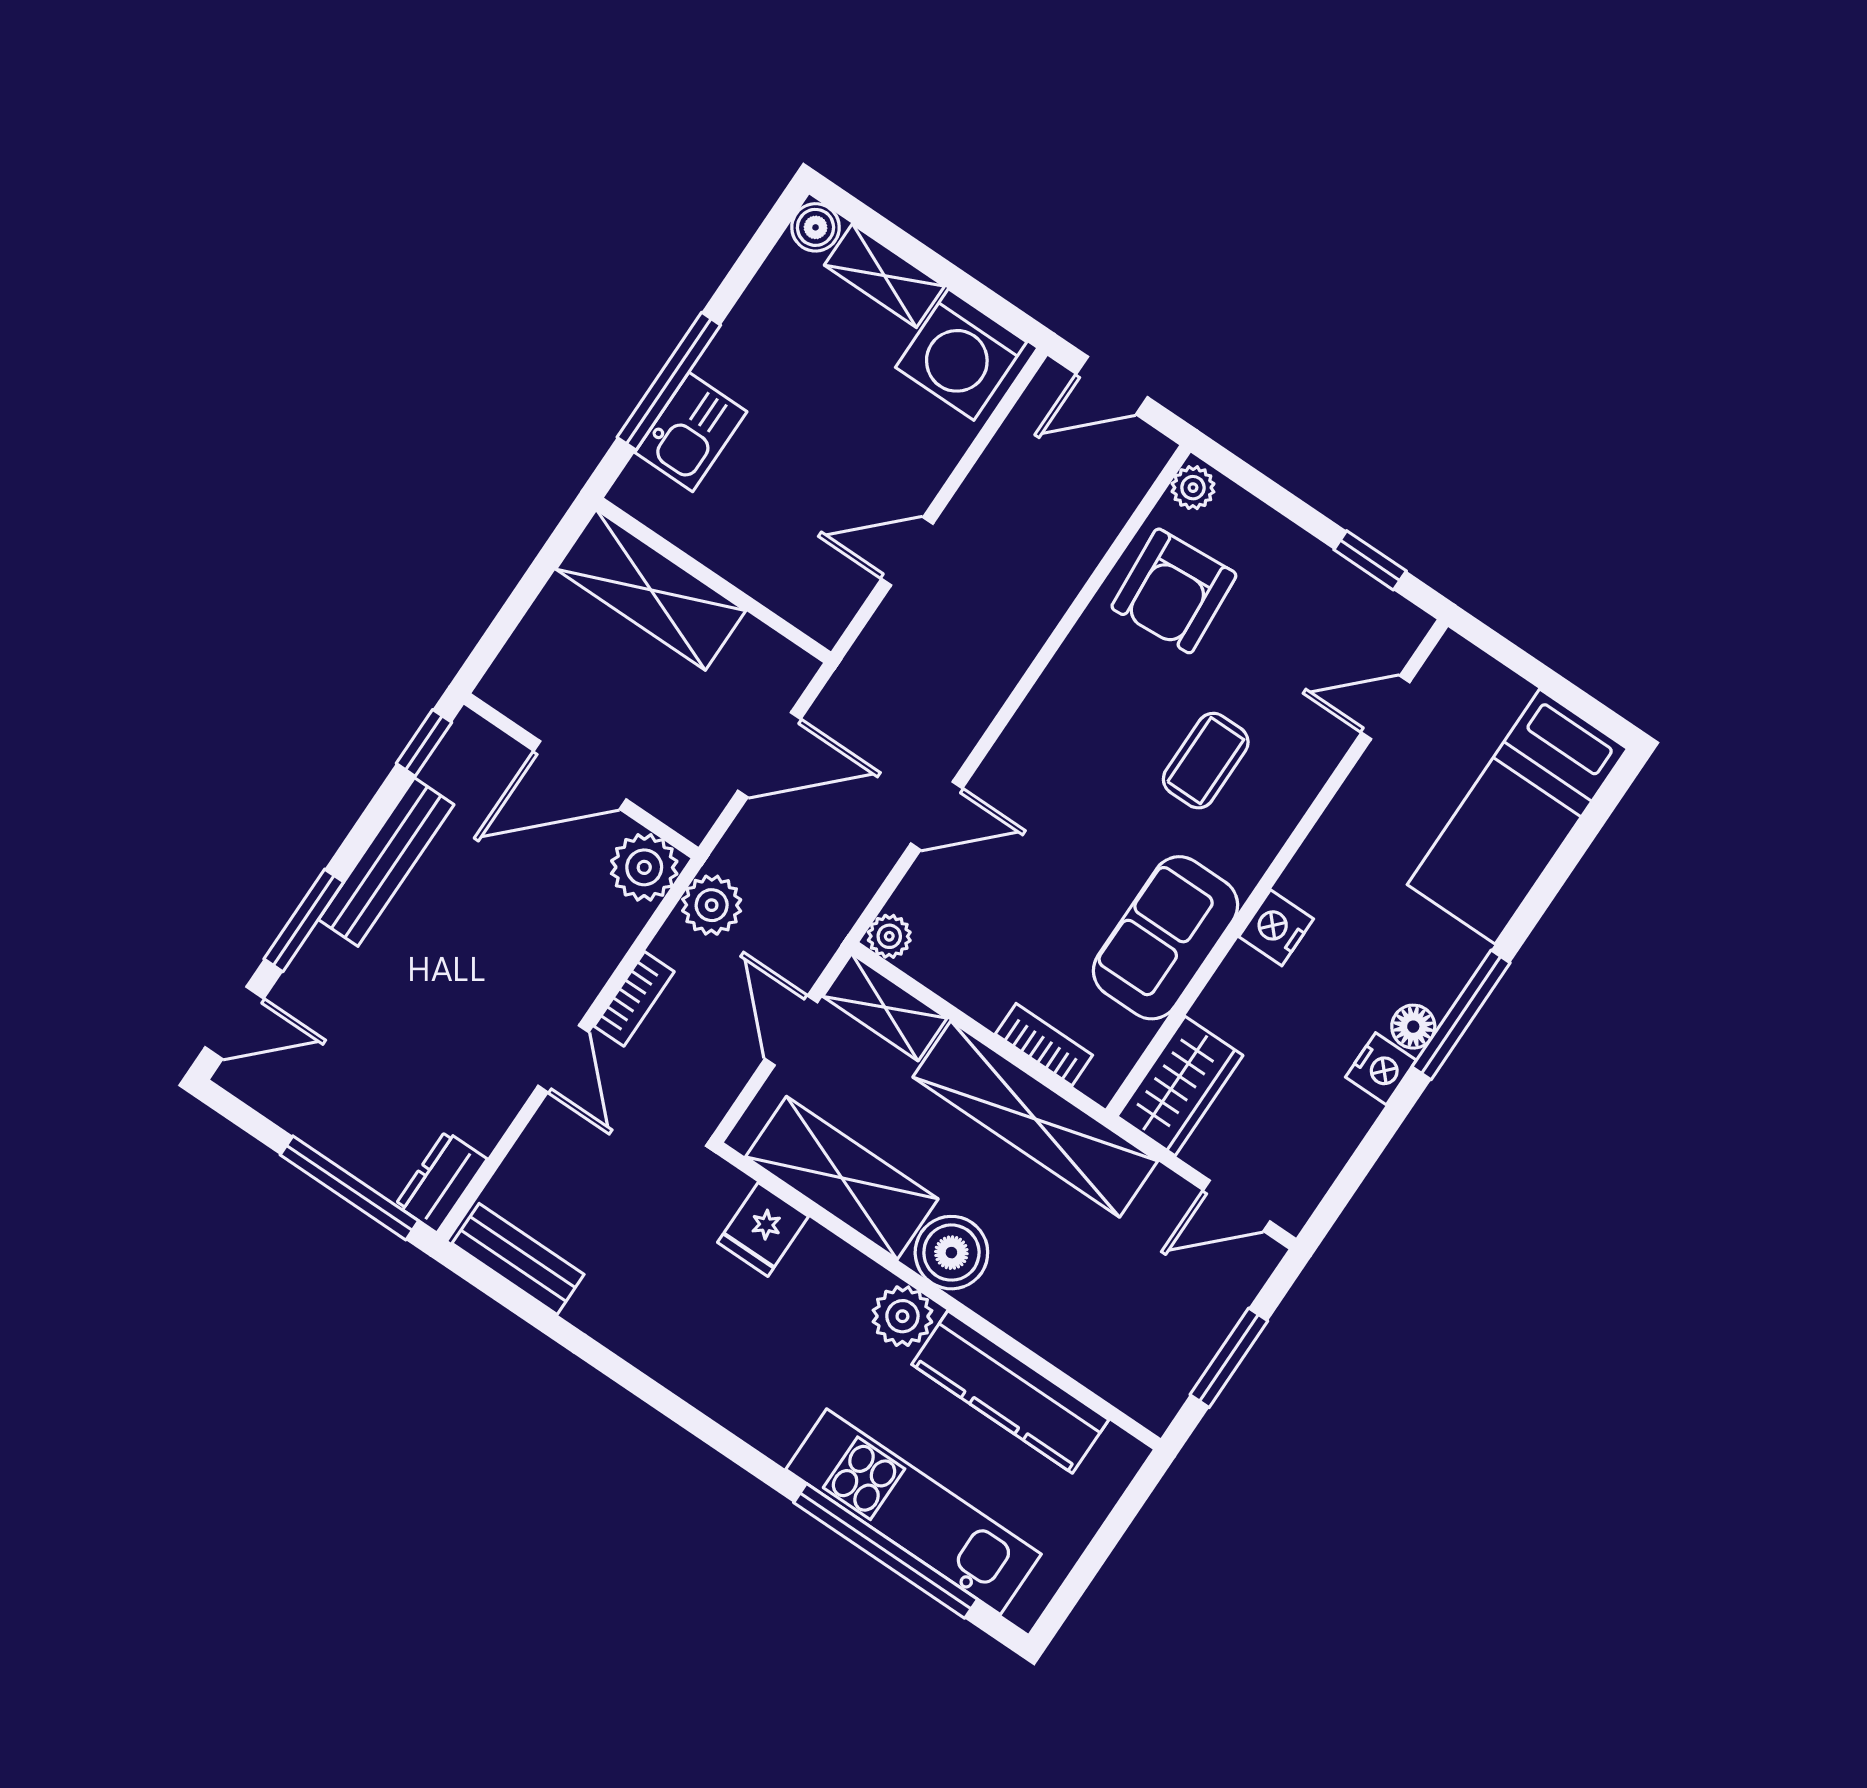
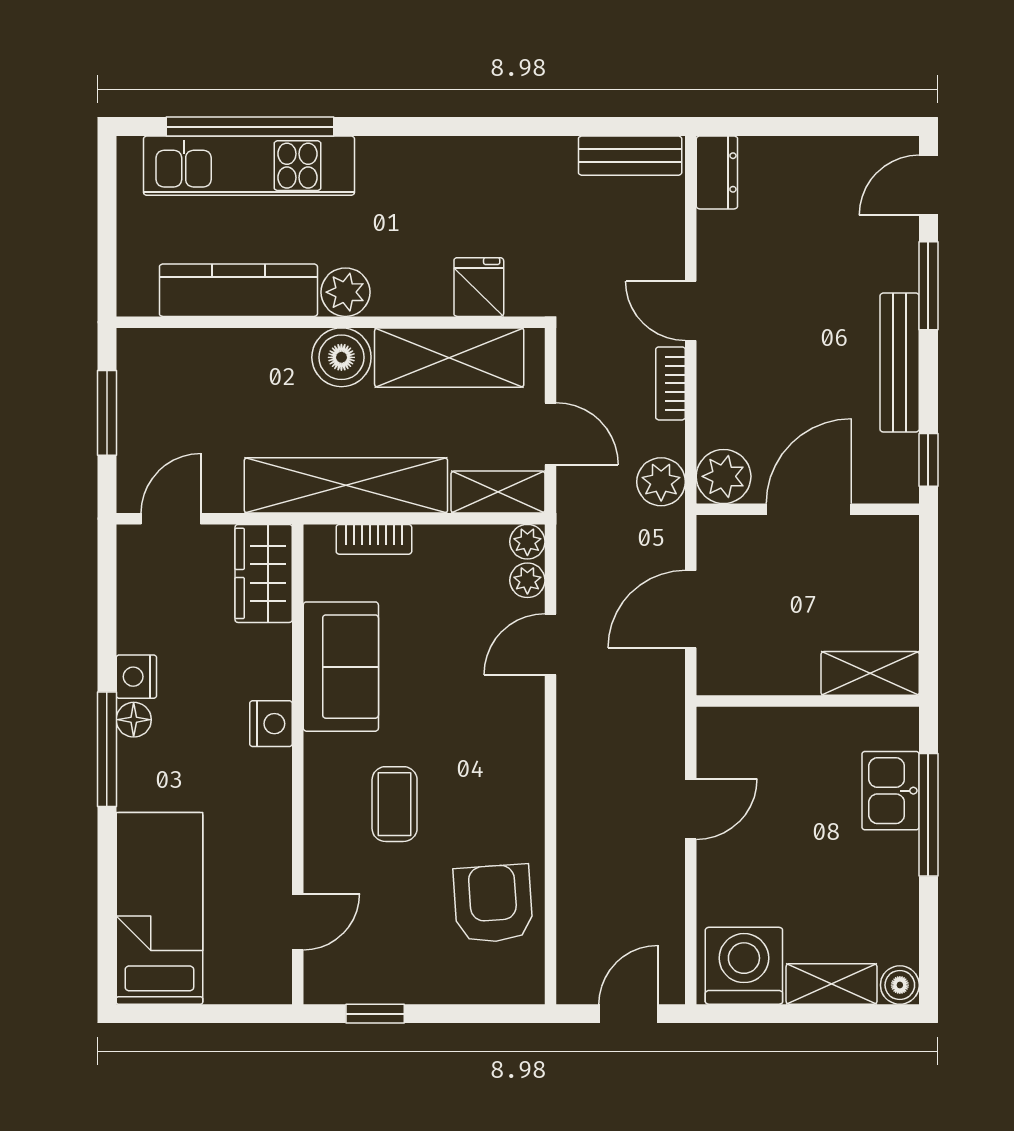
plant: (1193, 488) -> (527, 580), moved
shelving: (651, 590) -> (870, 673), width x0.67, depth x0.75
window: (349, 1188) -> (776, 127), removed

